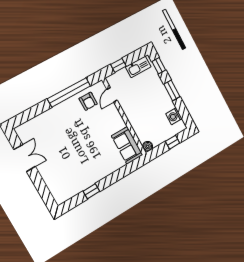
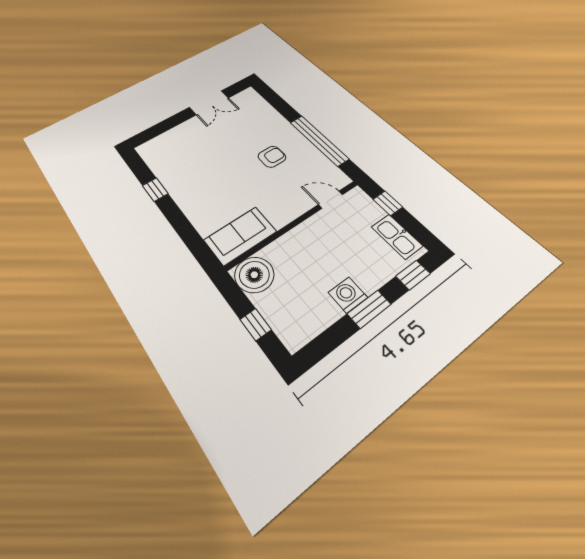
armchair: (88, 101) -> (272, 157), moved, turned 180
washing machine: (174, 116) -> (348, 295), moved
boiler: (148, 146) -> (254, 275), width x1.86, depth x1.86

